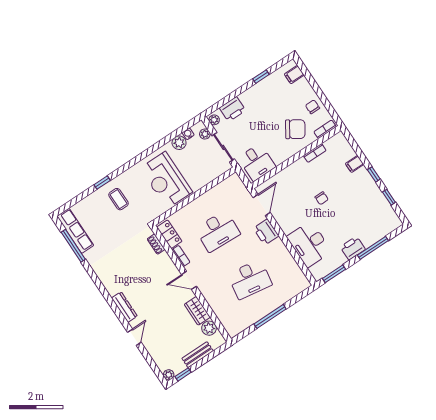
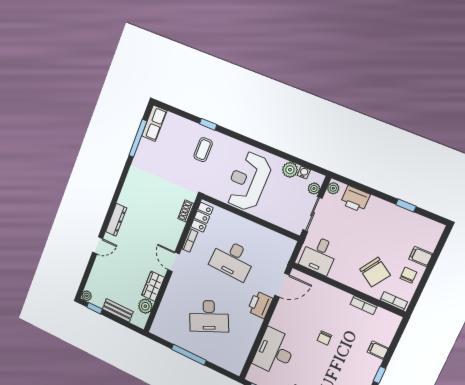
filing cabinet: (294, 75) -> (421, 256), moved
row of seats: (75, 231) -> (154, 123), width x0.68
desk: (250, 279) -> (209, 316), turned -33

